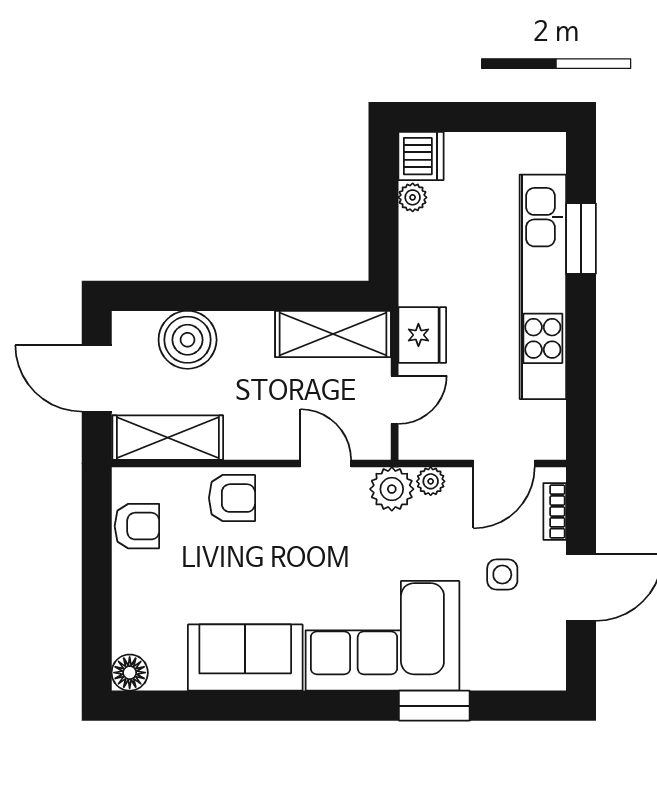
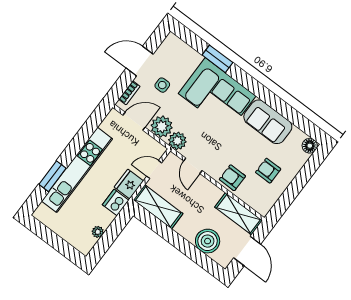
dishwasher: (421, 156) -> (116, 202), moved
plant: (431, 481) -> (162, 127), width x1.87, depth x1.87
armchair: (137, 526) -> (268, 171), moved

